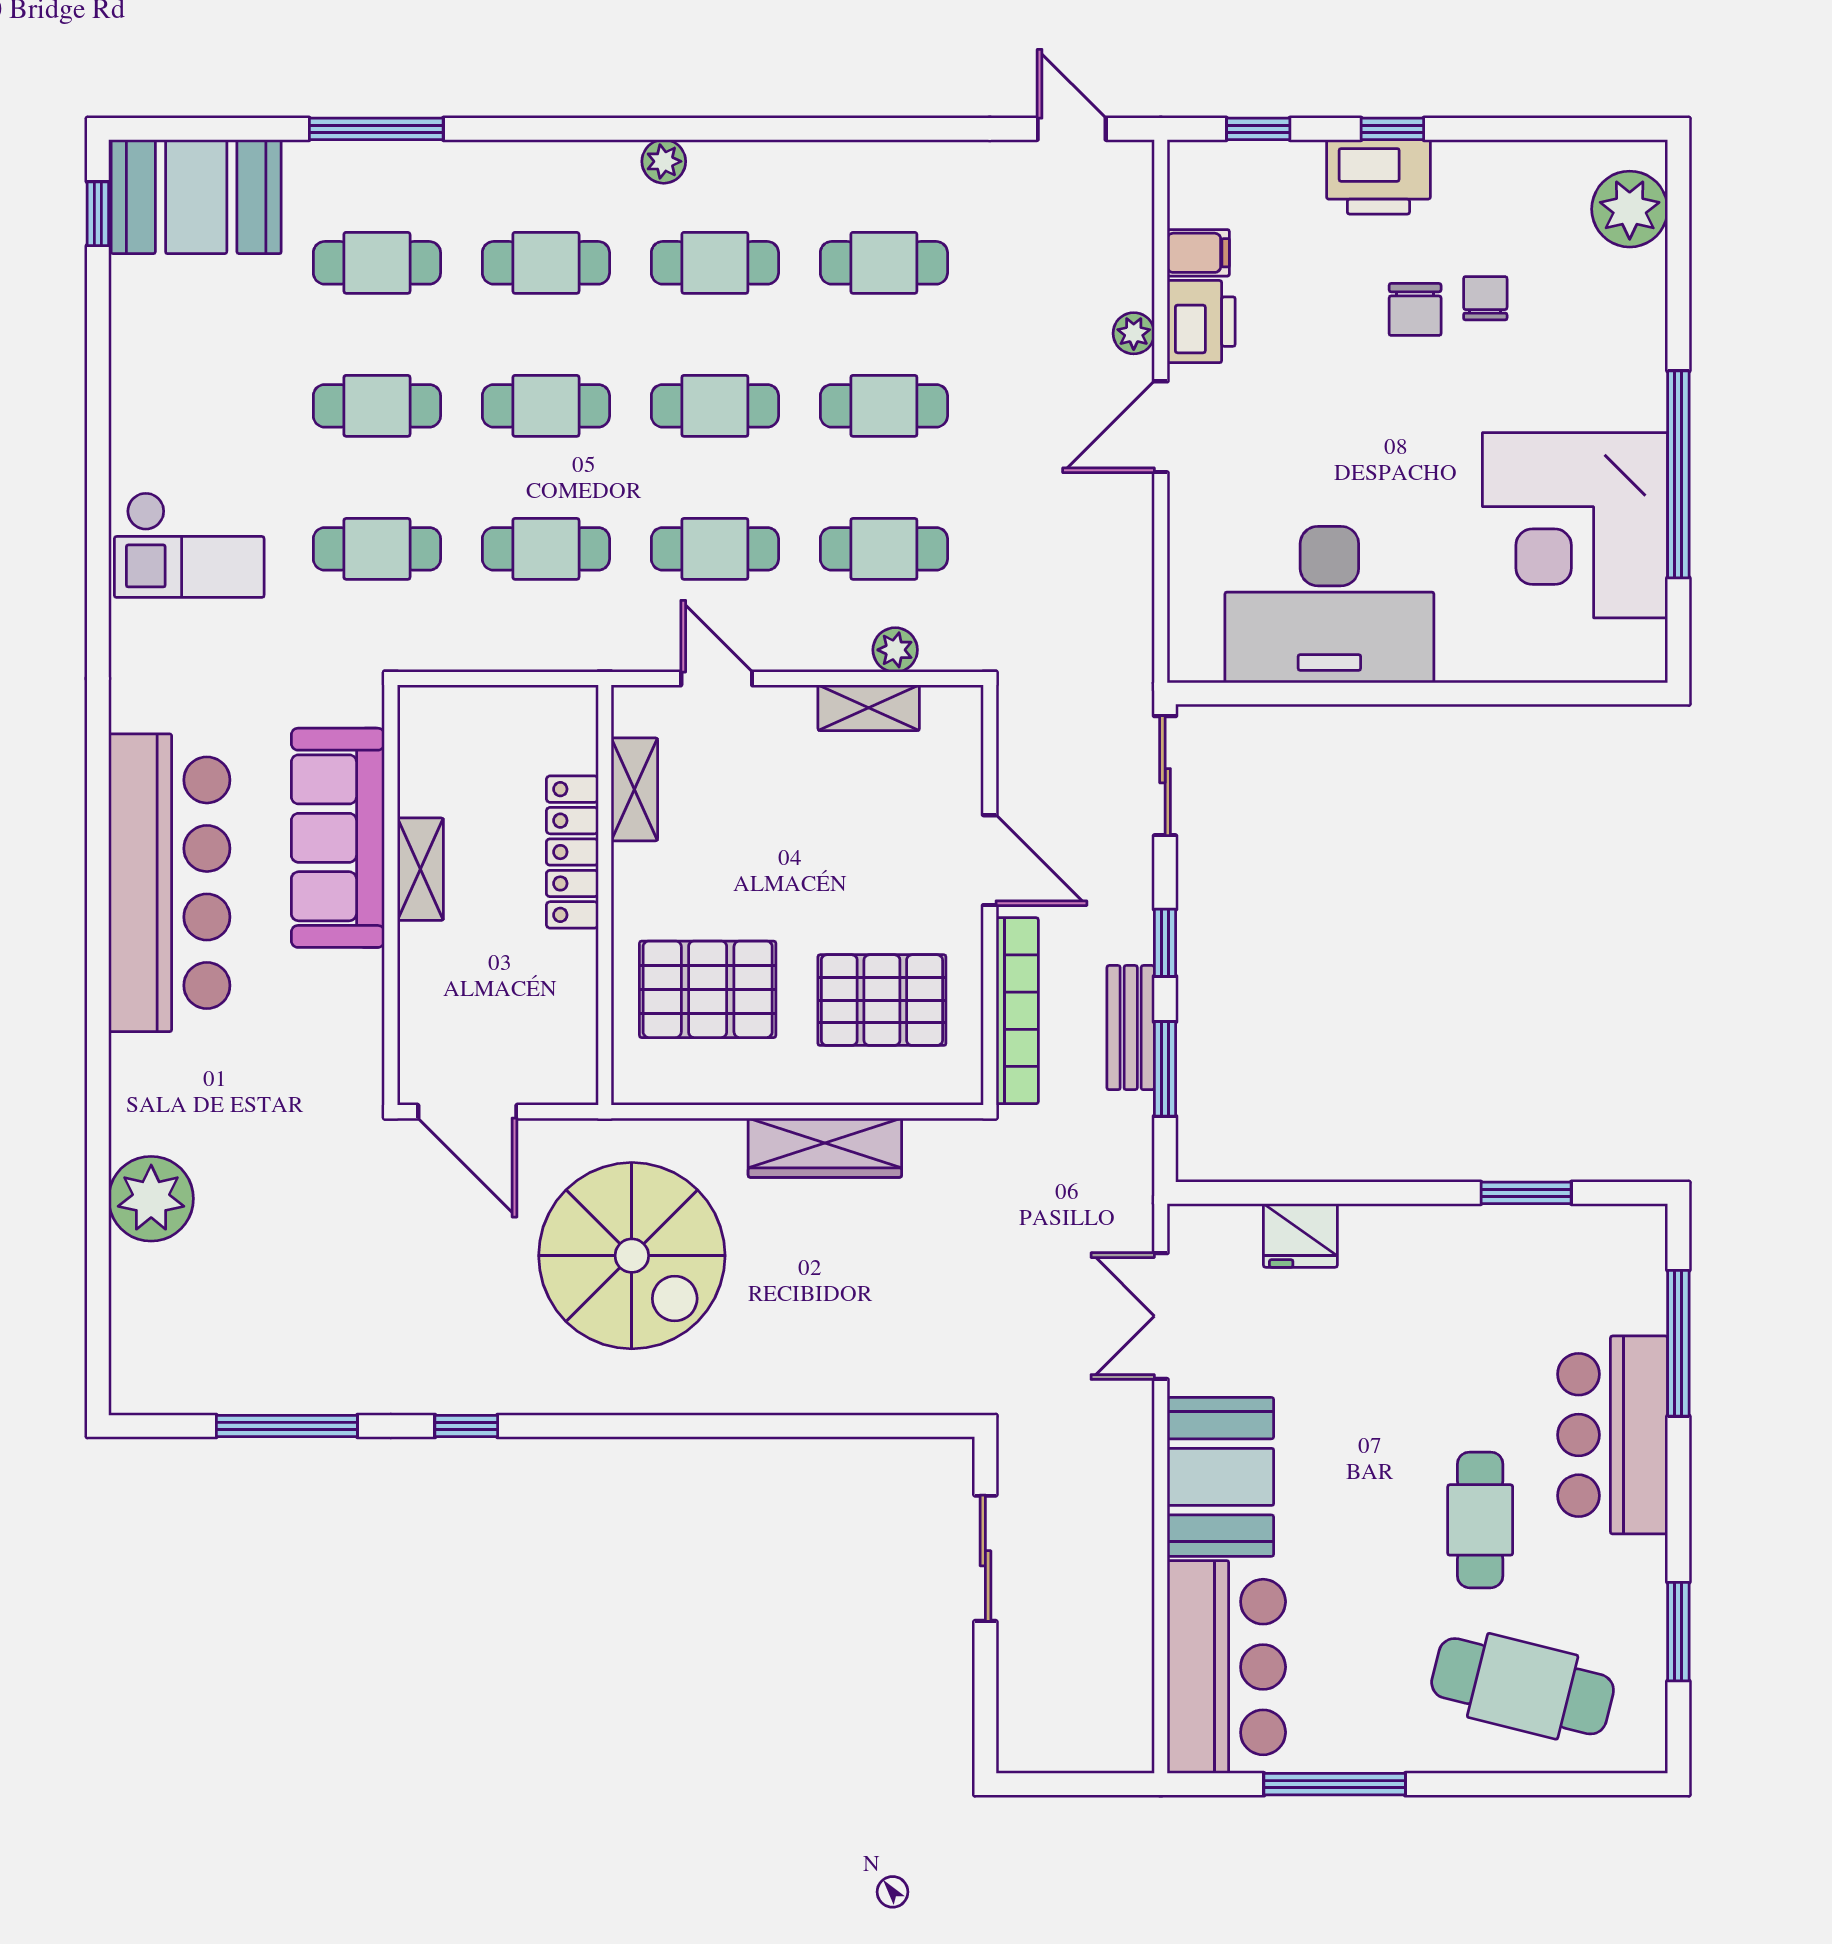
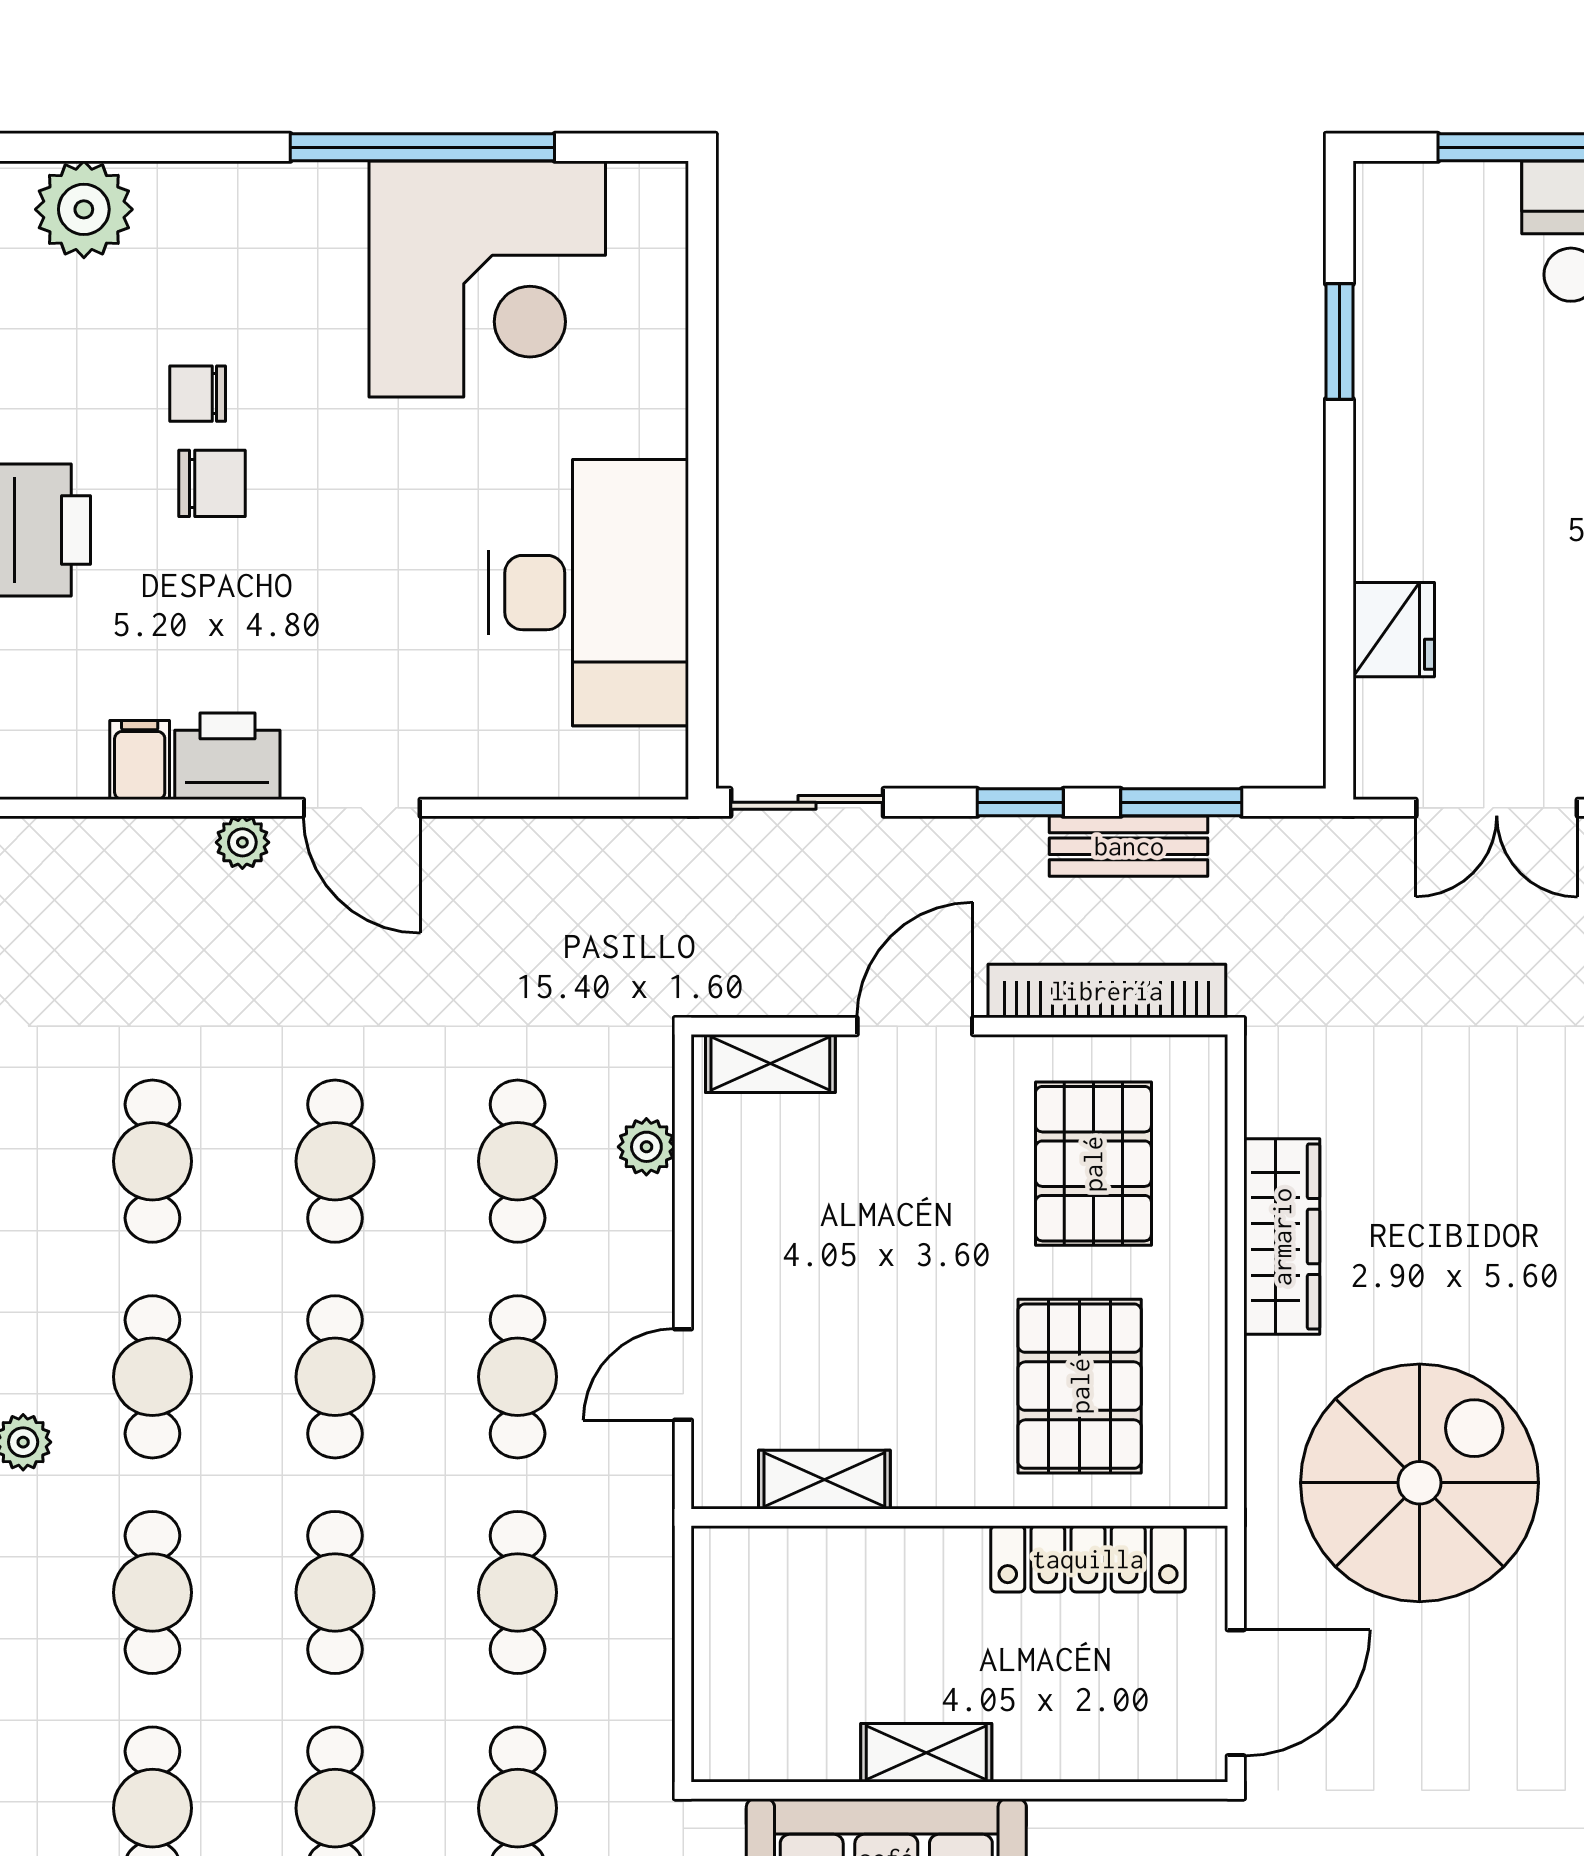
shelving: (869, 708) -> (770, 1063), moved, turned 90
locker: (572, 852) -> (1088, 1559), moved

